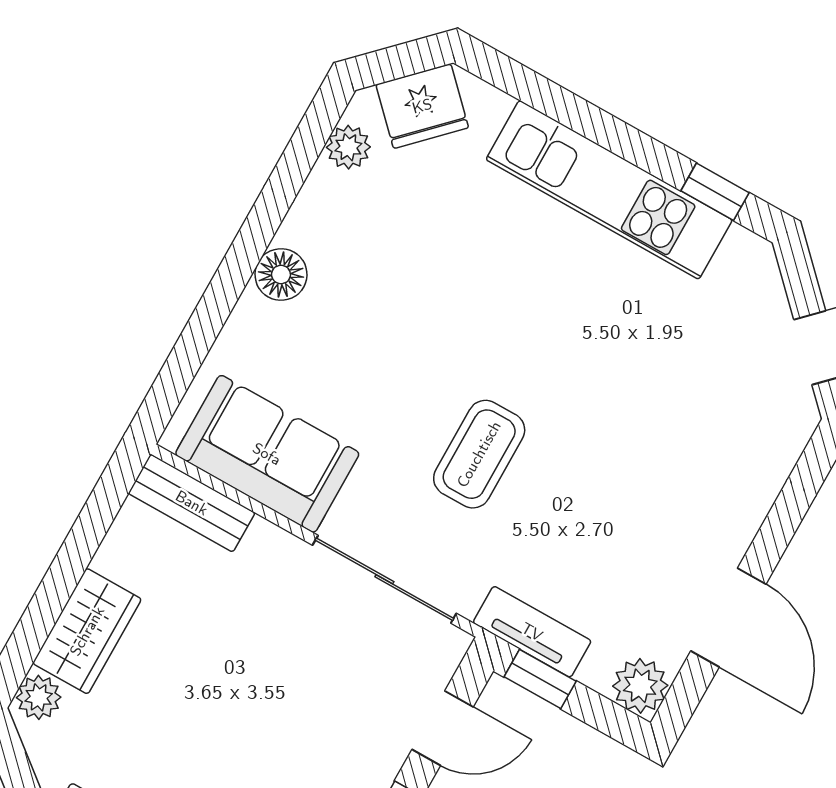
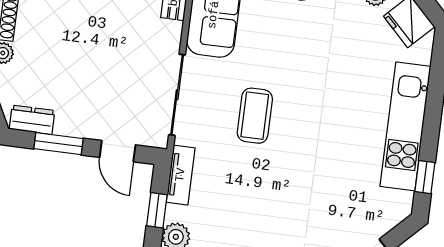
coffee table: (479, 454) -> (255, 116), turned 90
window: (540, 679) -> (157, 210), moved

